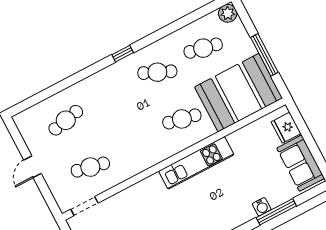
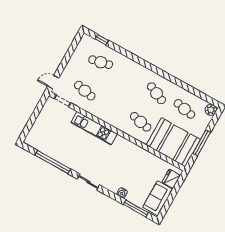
window: (123, 54) -> (102, 40), moved
kitchen unit: (196, 163) -> (94, 128), moved
door: (32, 167) -> (53, 82), moved
window: (276, 212) -> (136, 209), moved

